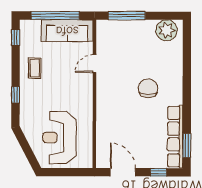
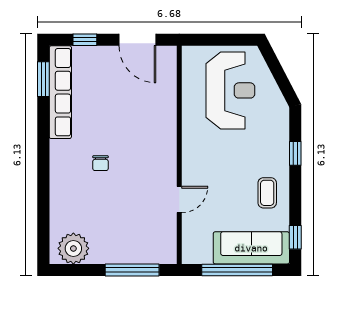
sofa: (67, 31) -> (251, 248), moved
chair: (148, 88) -> (101, 163), width x0.54, depth x0.54

